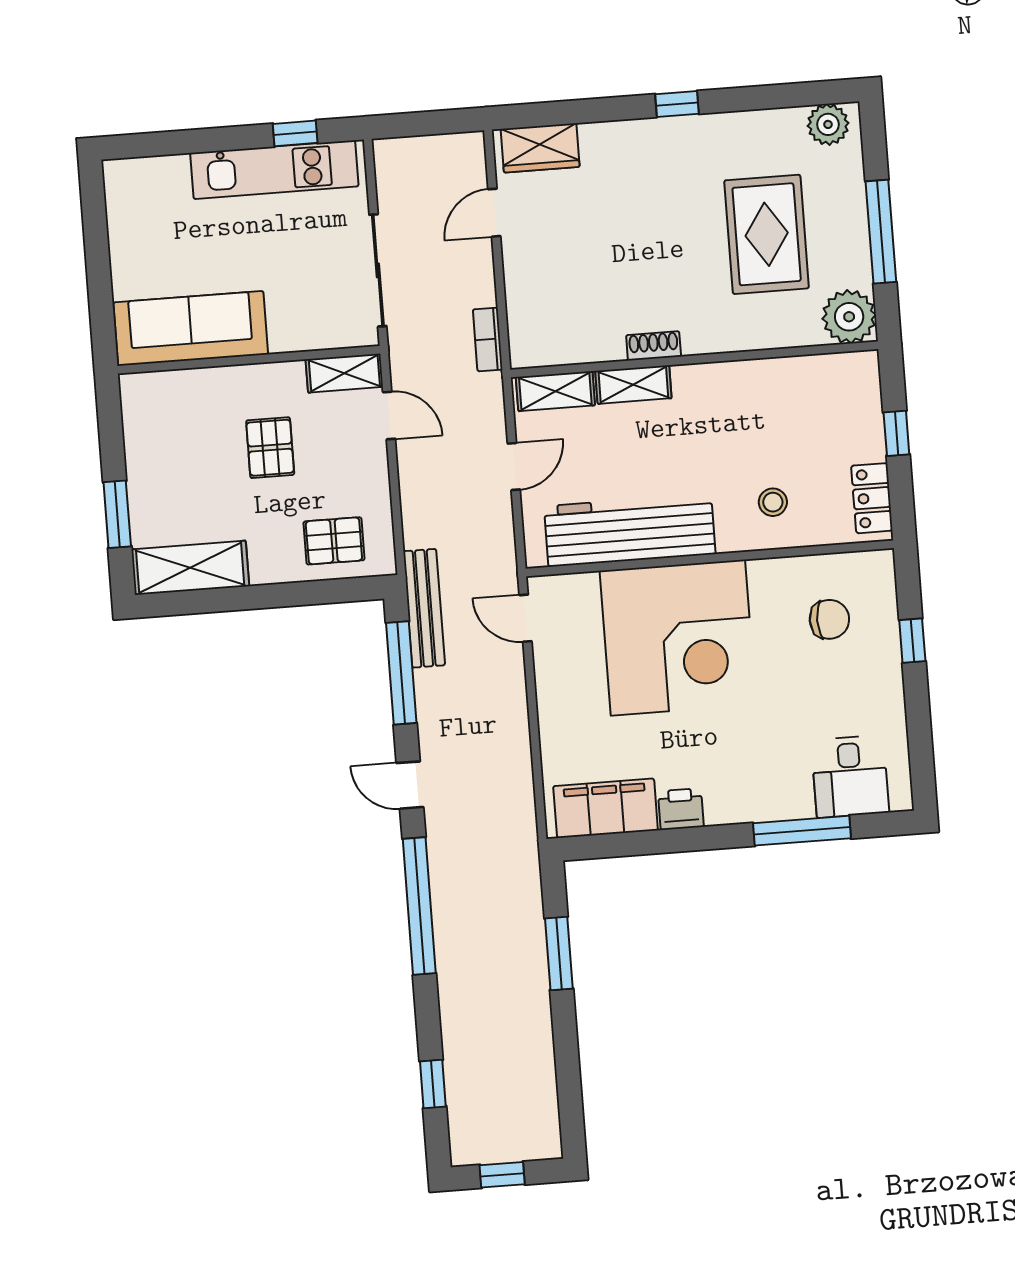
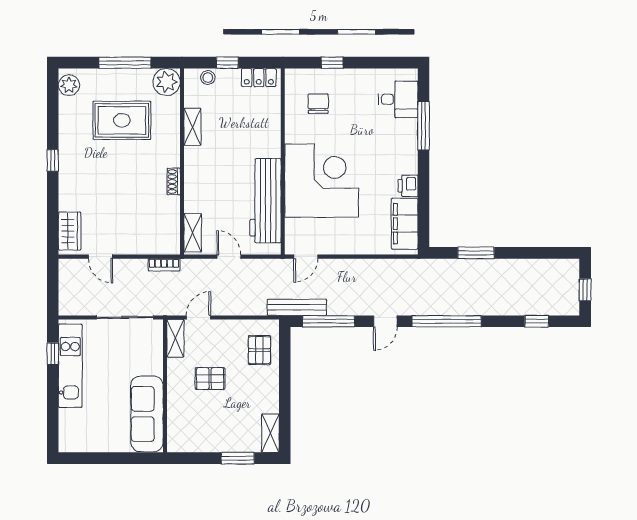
shelving: (633, 385) -> (192, 127), moved
stool: (773, 502) -> (208, 78), moved
shelving: (190, 568) -> (270, 433), width x0.67, depth x0.75

